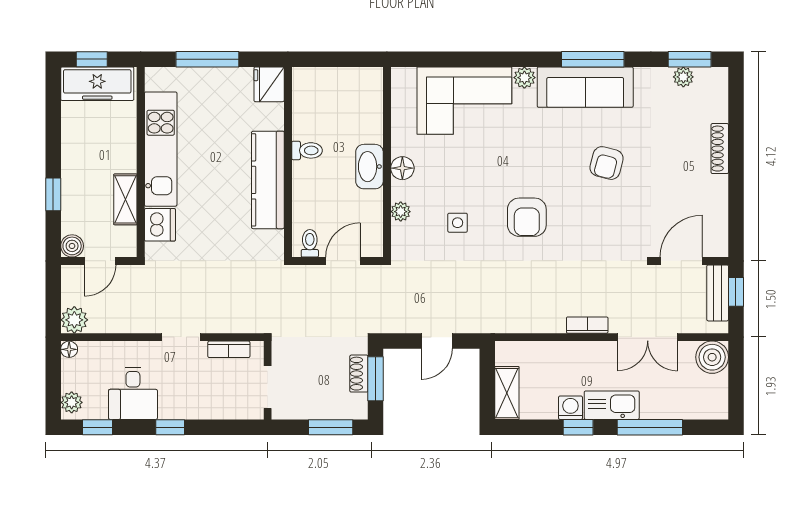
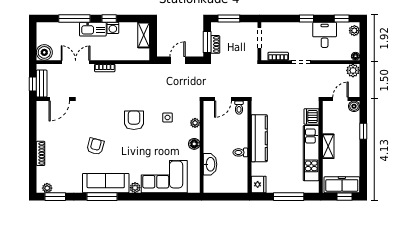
plant: (683, 77) -> (47, 188), moved
washbasin: (369, 167) -> (210, 164), moved
shelving: (125, 199) -> (328, 146), moved

